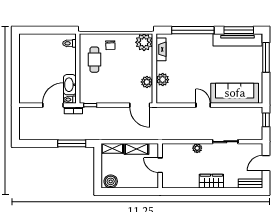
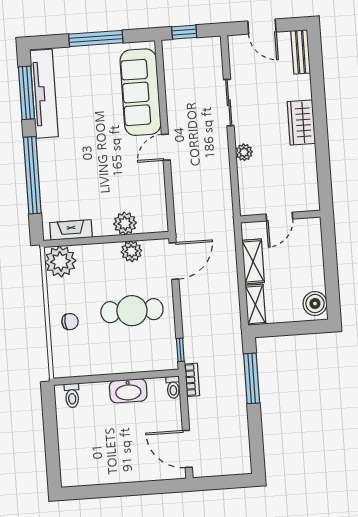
window: (266, 57) -> (96, 38), moved
cafe table: (94, 60) -> (132, 311), moved, width x1.37, depth x1.35
washbasin: (70, 85) -> (128, 391), moved
door: (53, 105) -> (187, 449), moved

